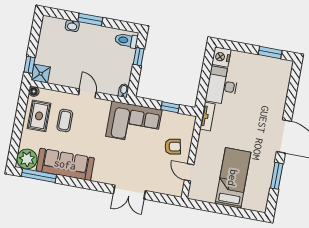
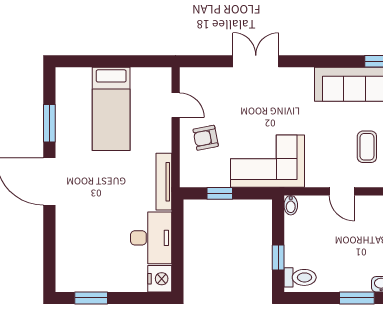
tv unit: (207, 116) -> (164, 182), width x1.41

